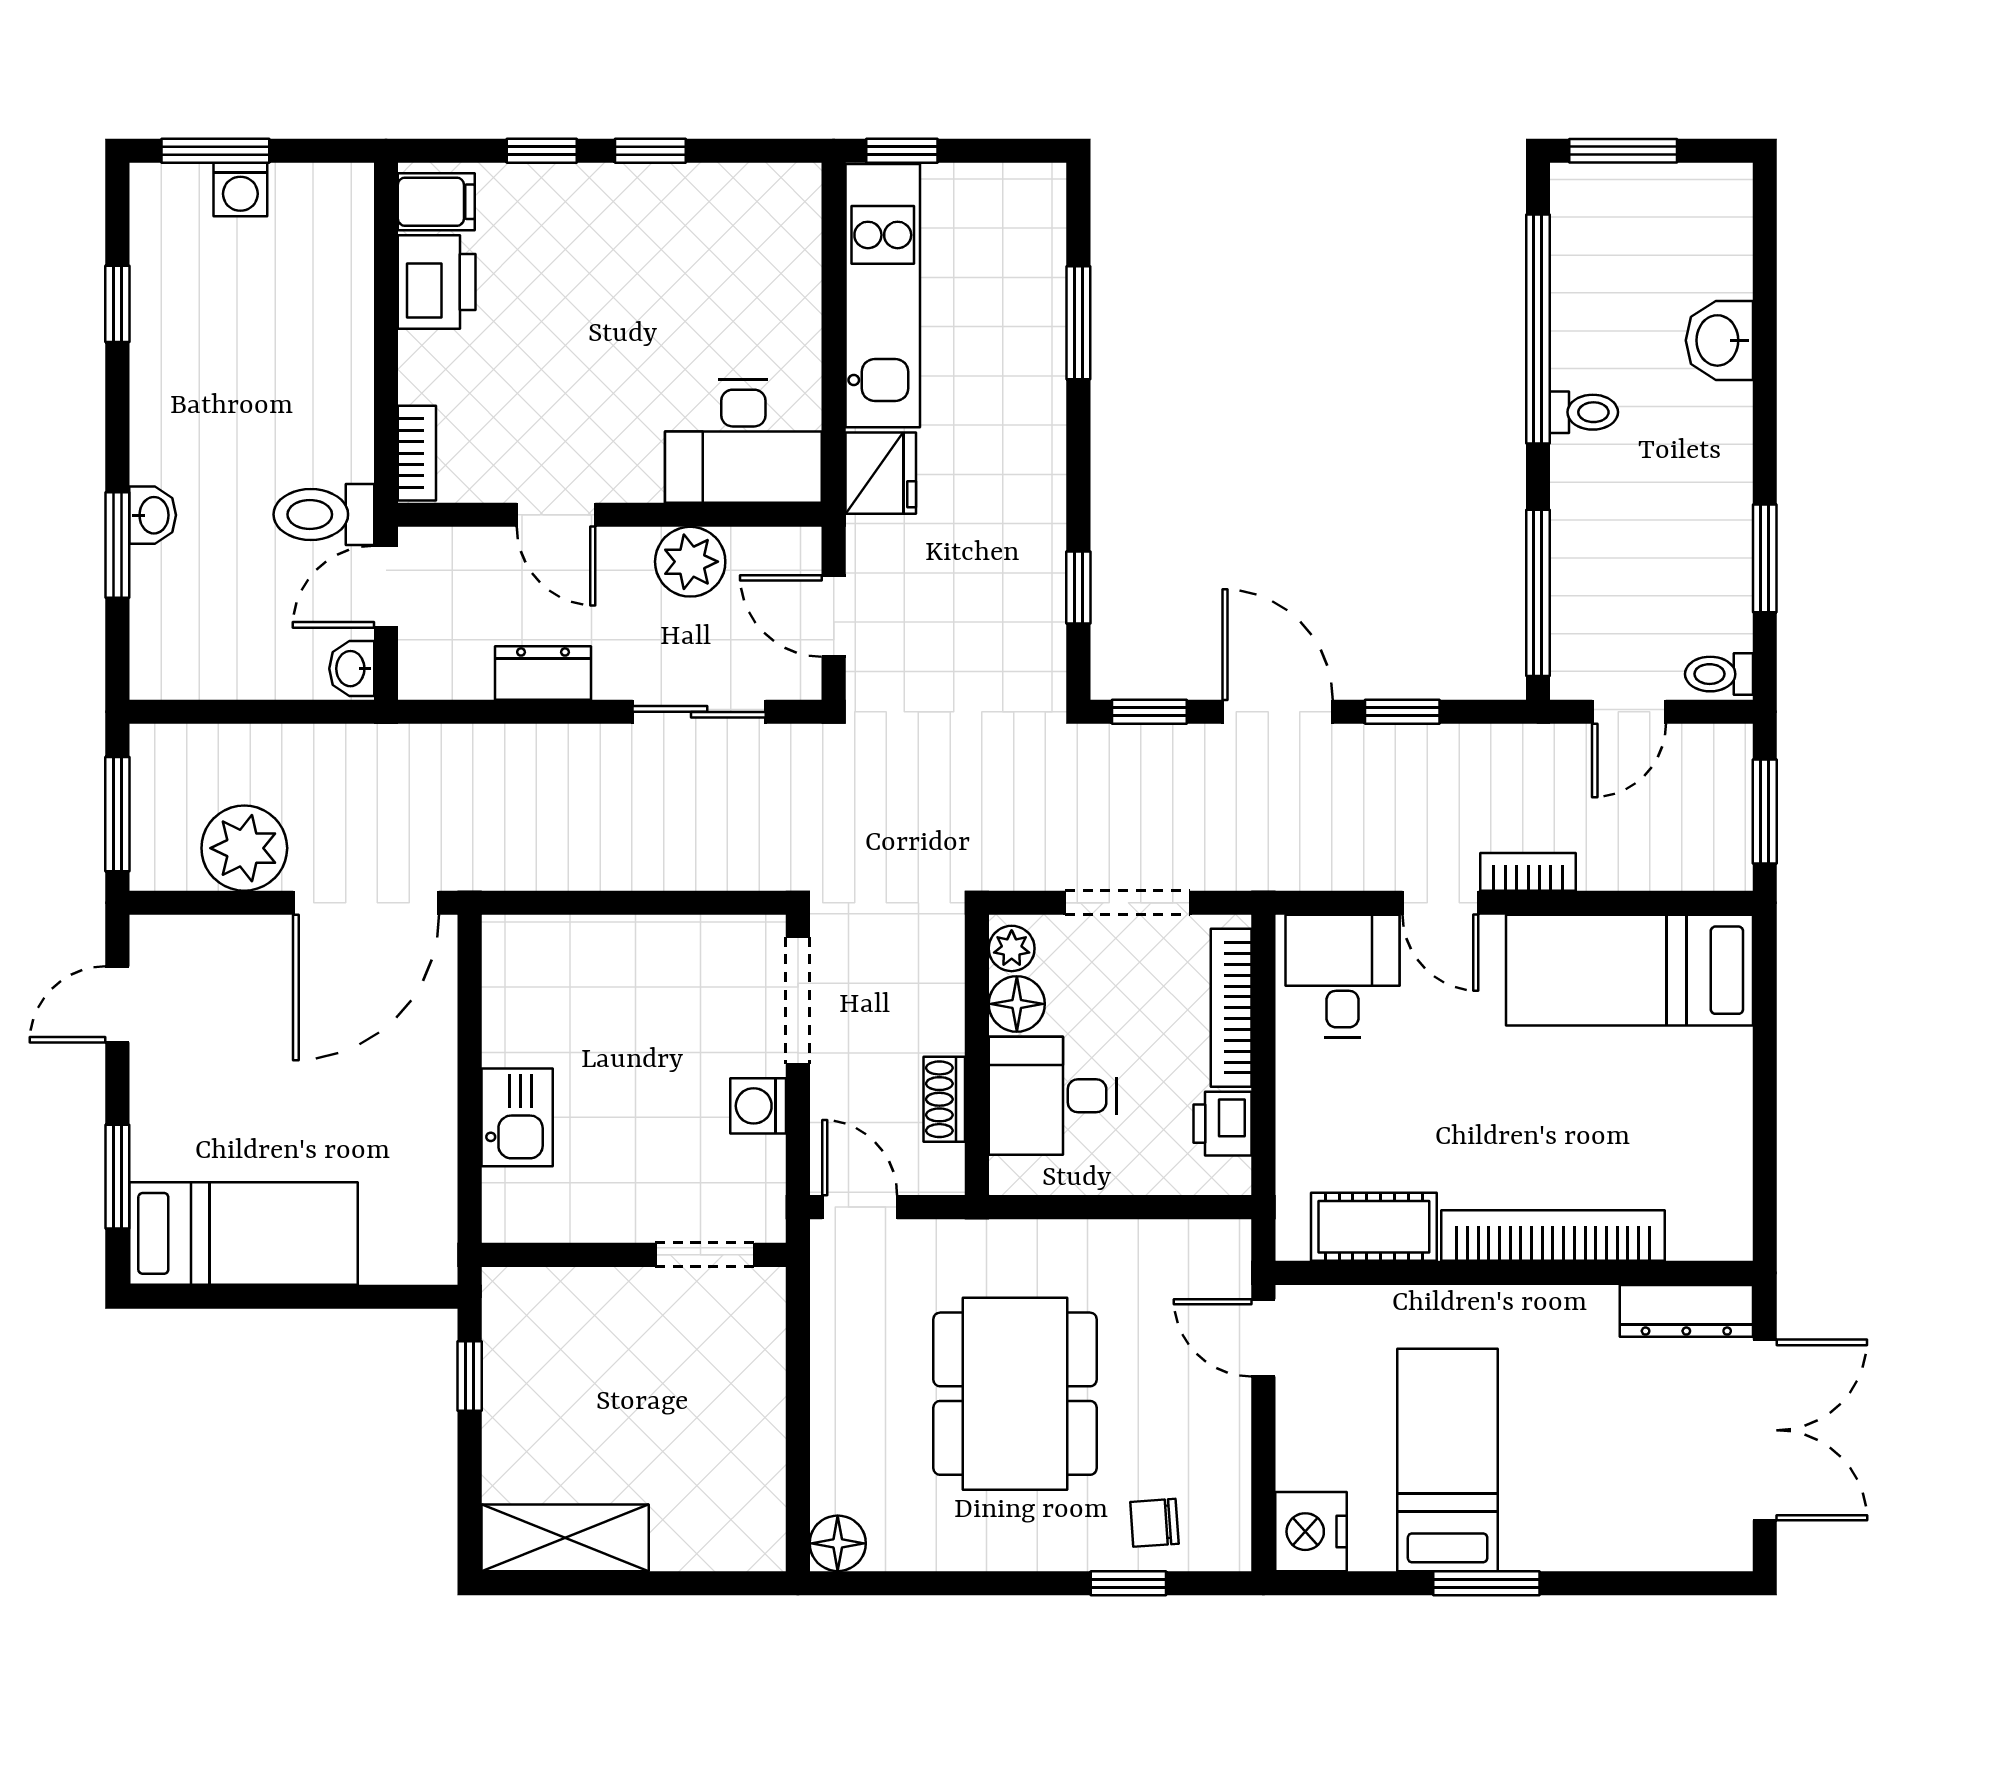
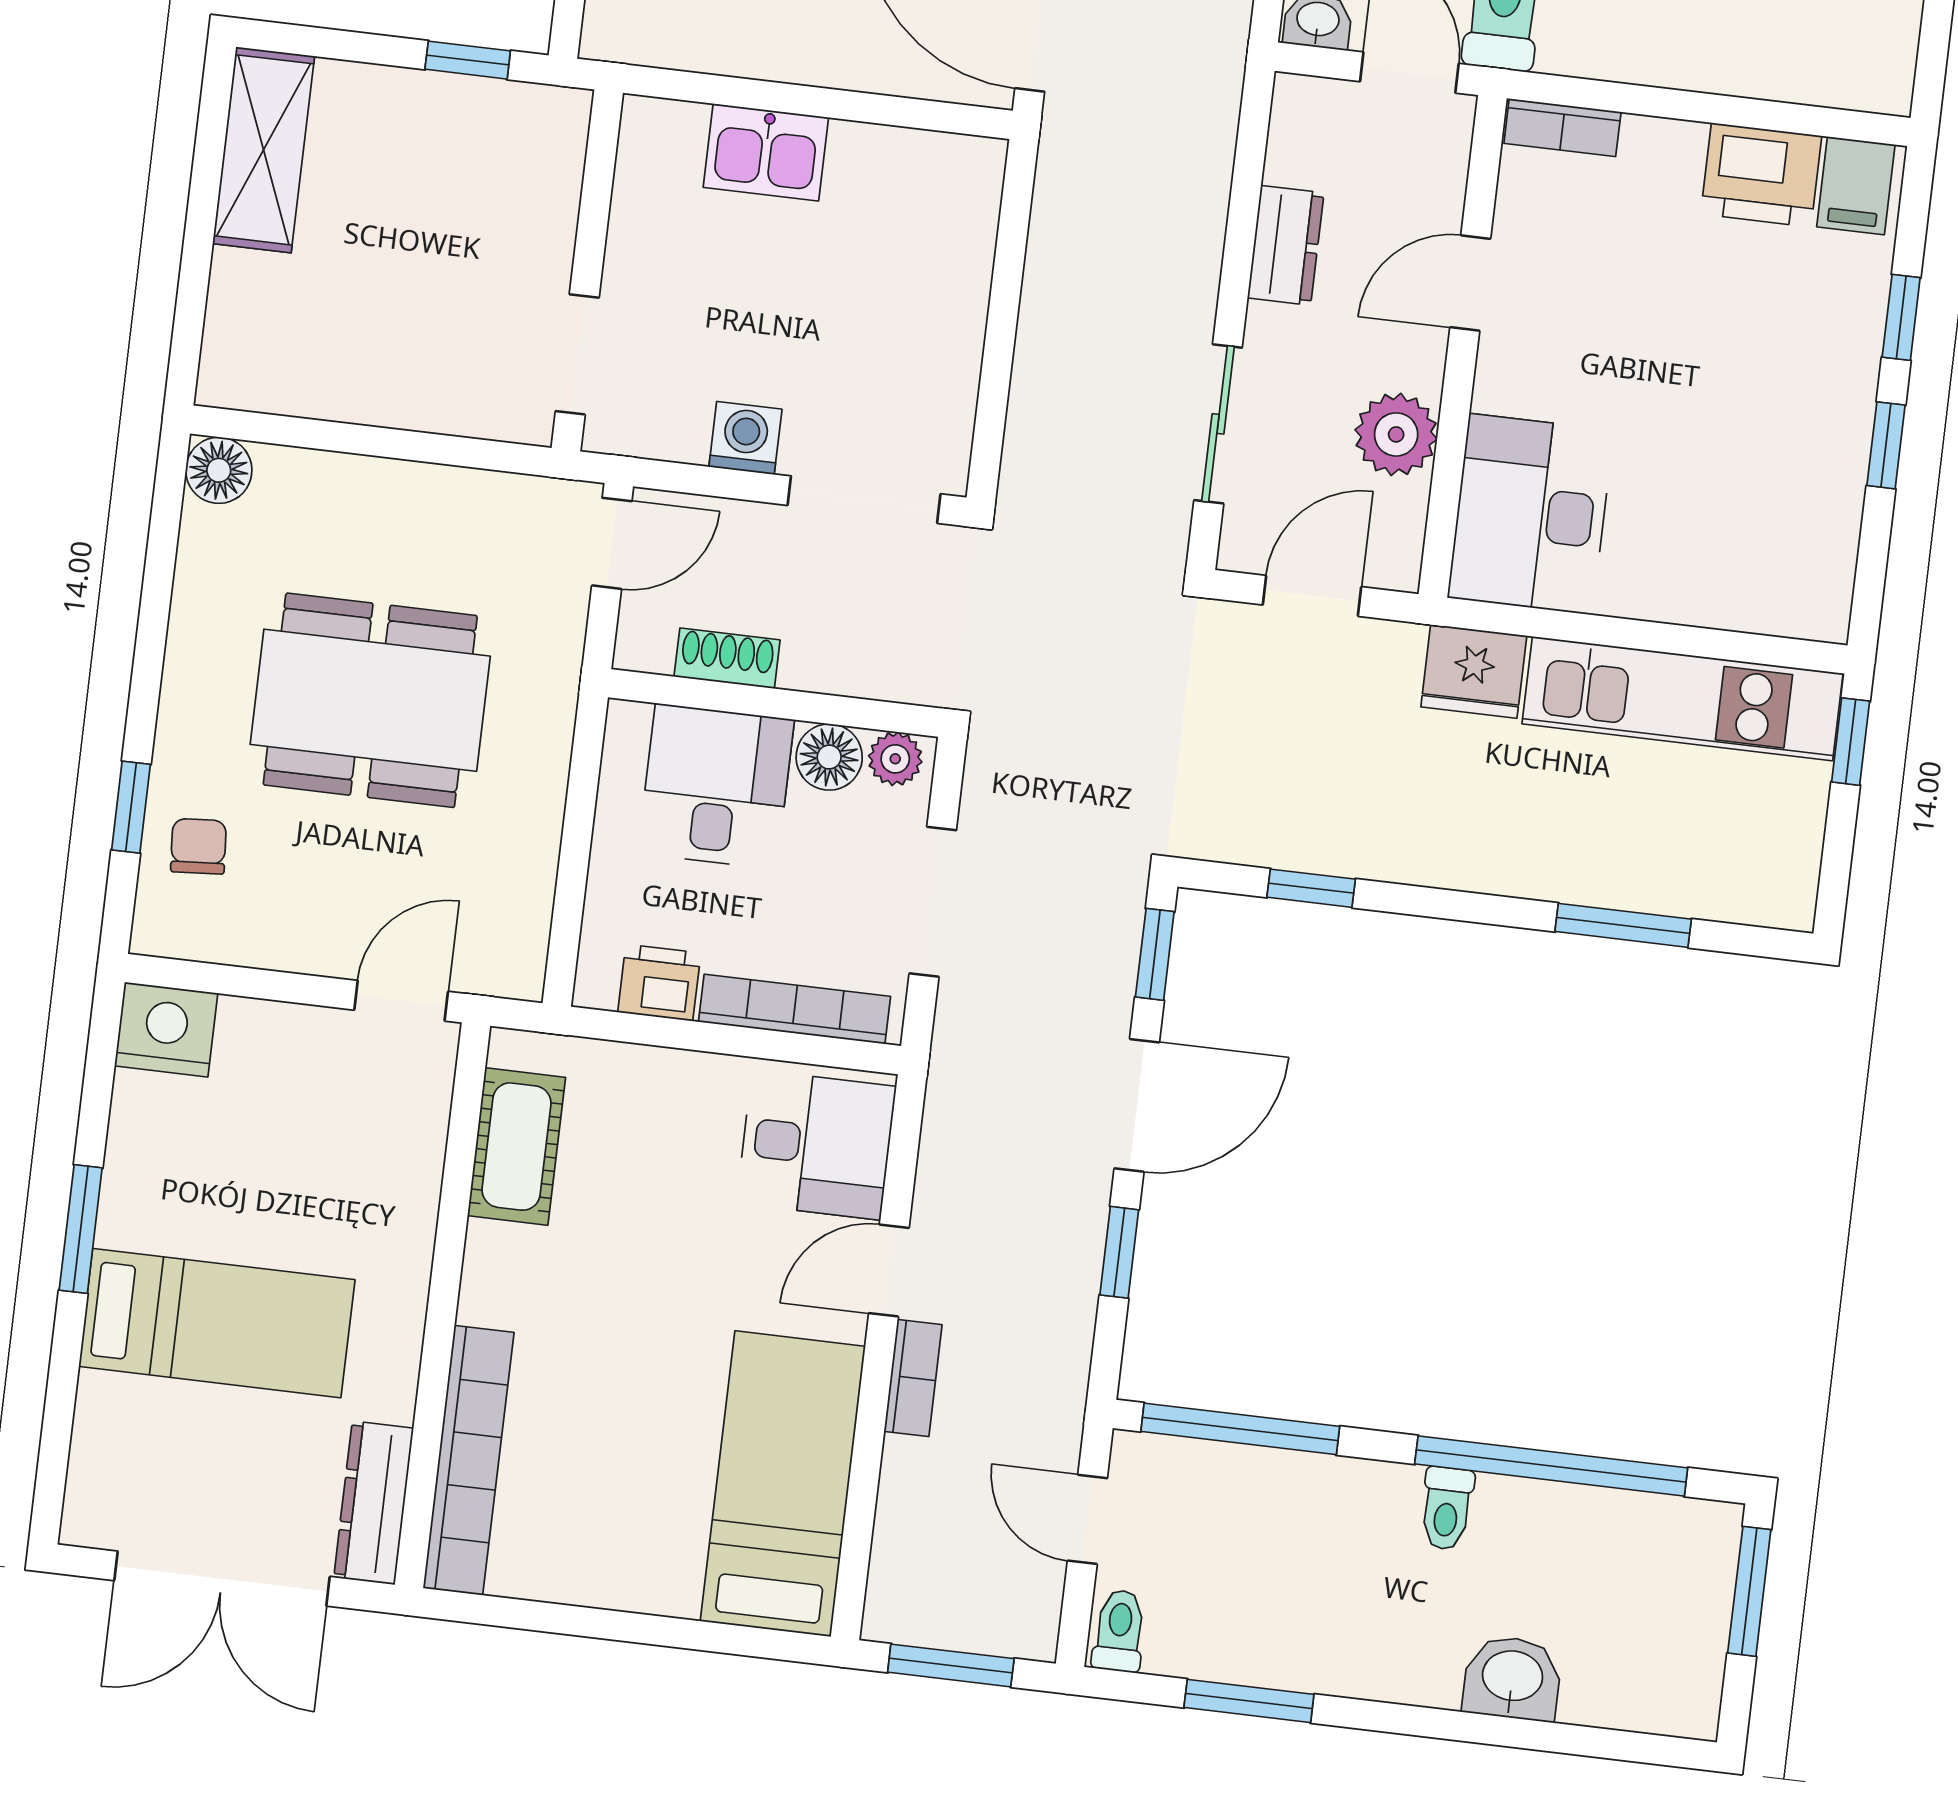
bookcase: (1553, 1236) -> (469, 1460), moved
bed: (1448, 1460) -> (217, 1323), moved

